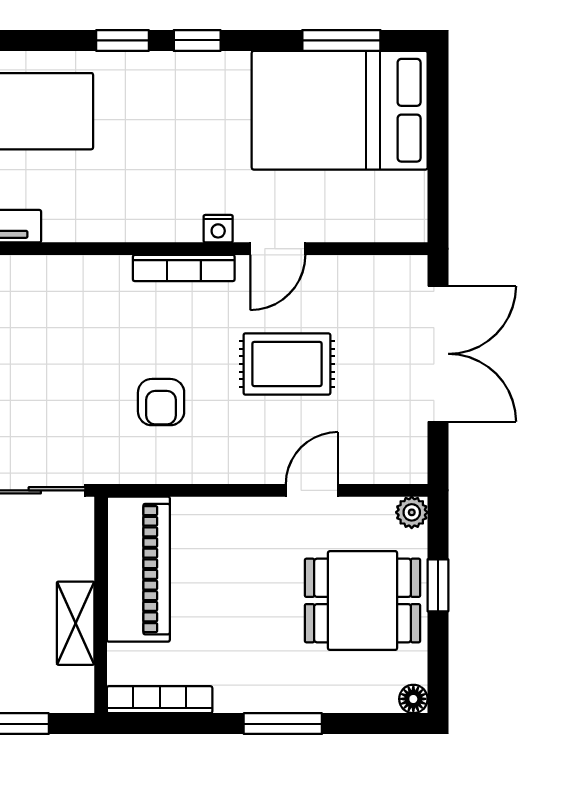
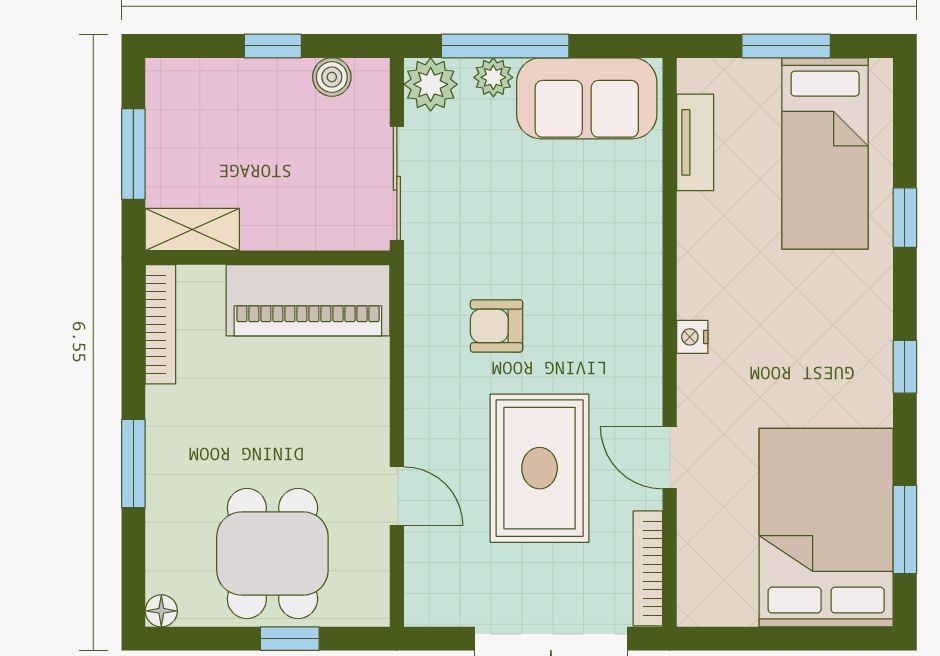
window: (123, 40) -> (905, 218), moved
nightstand: (218, 229) -> (692, 337), moved
bookcase: (184, 268) -> (648, 568), moved
rug: (287, 364) -> (540, 468), width x1.36, depth x1.43
plant: (412, 512) -> (372, 609), removed
shelving: (76, 623) -> (192, 229), moved

